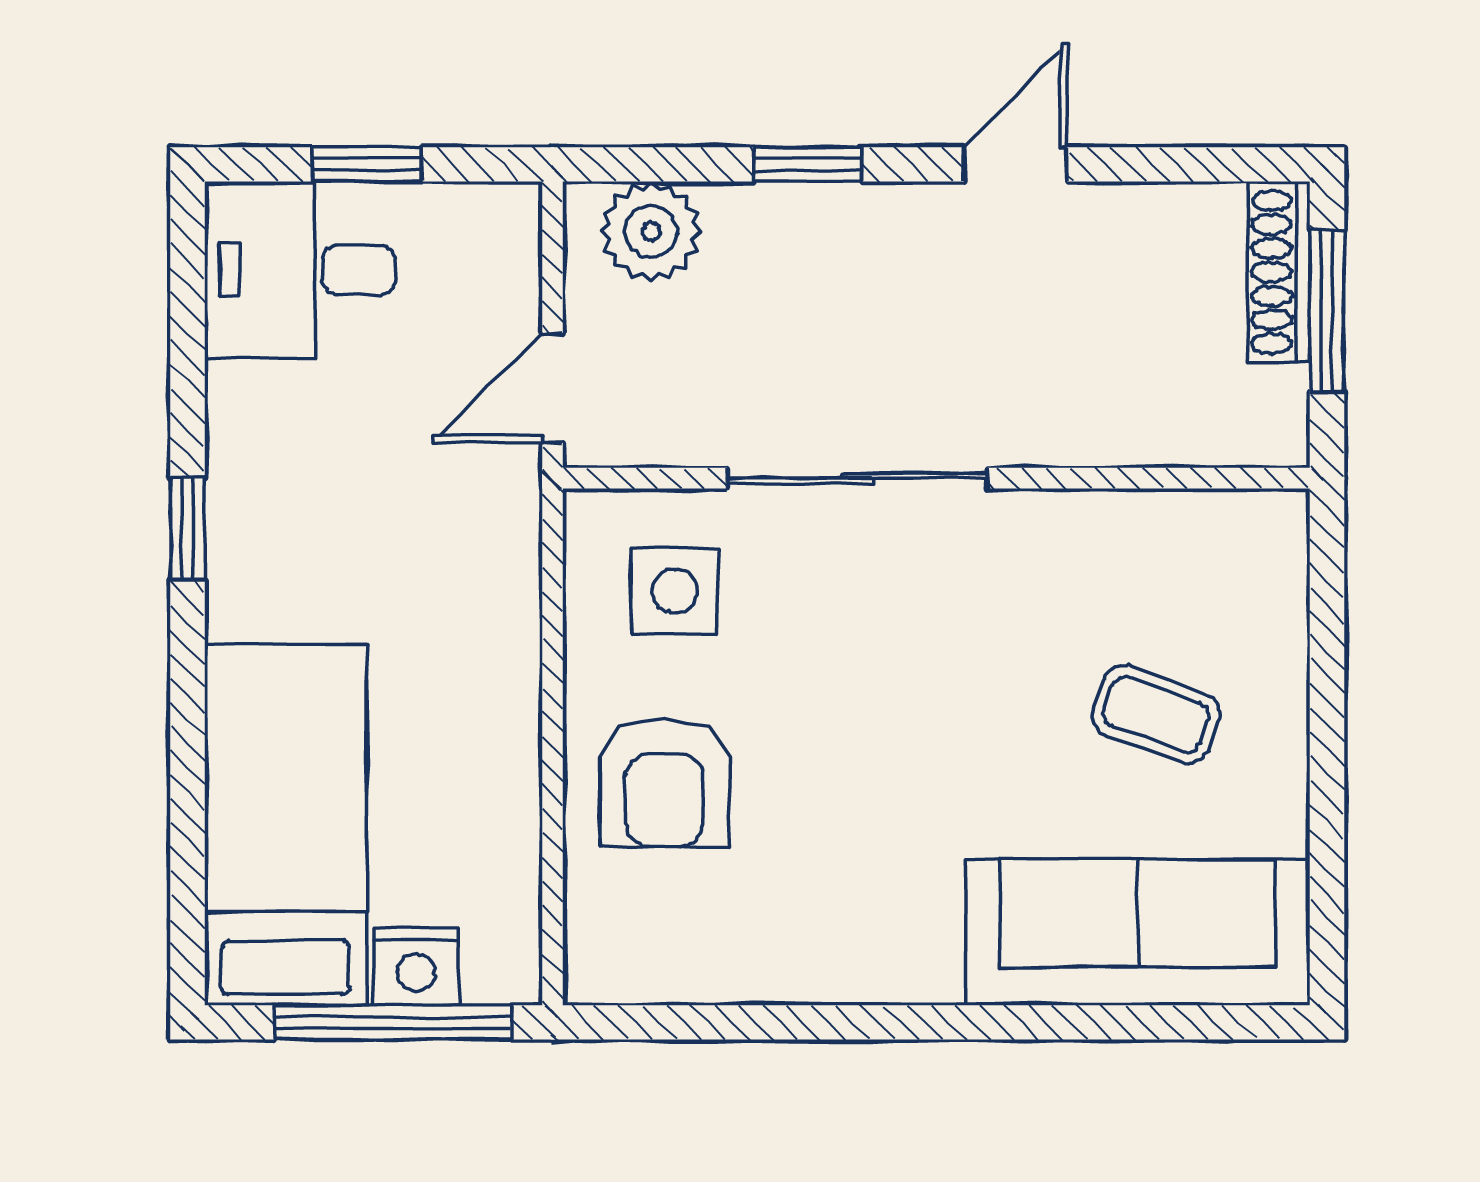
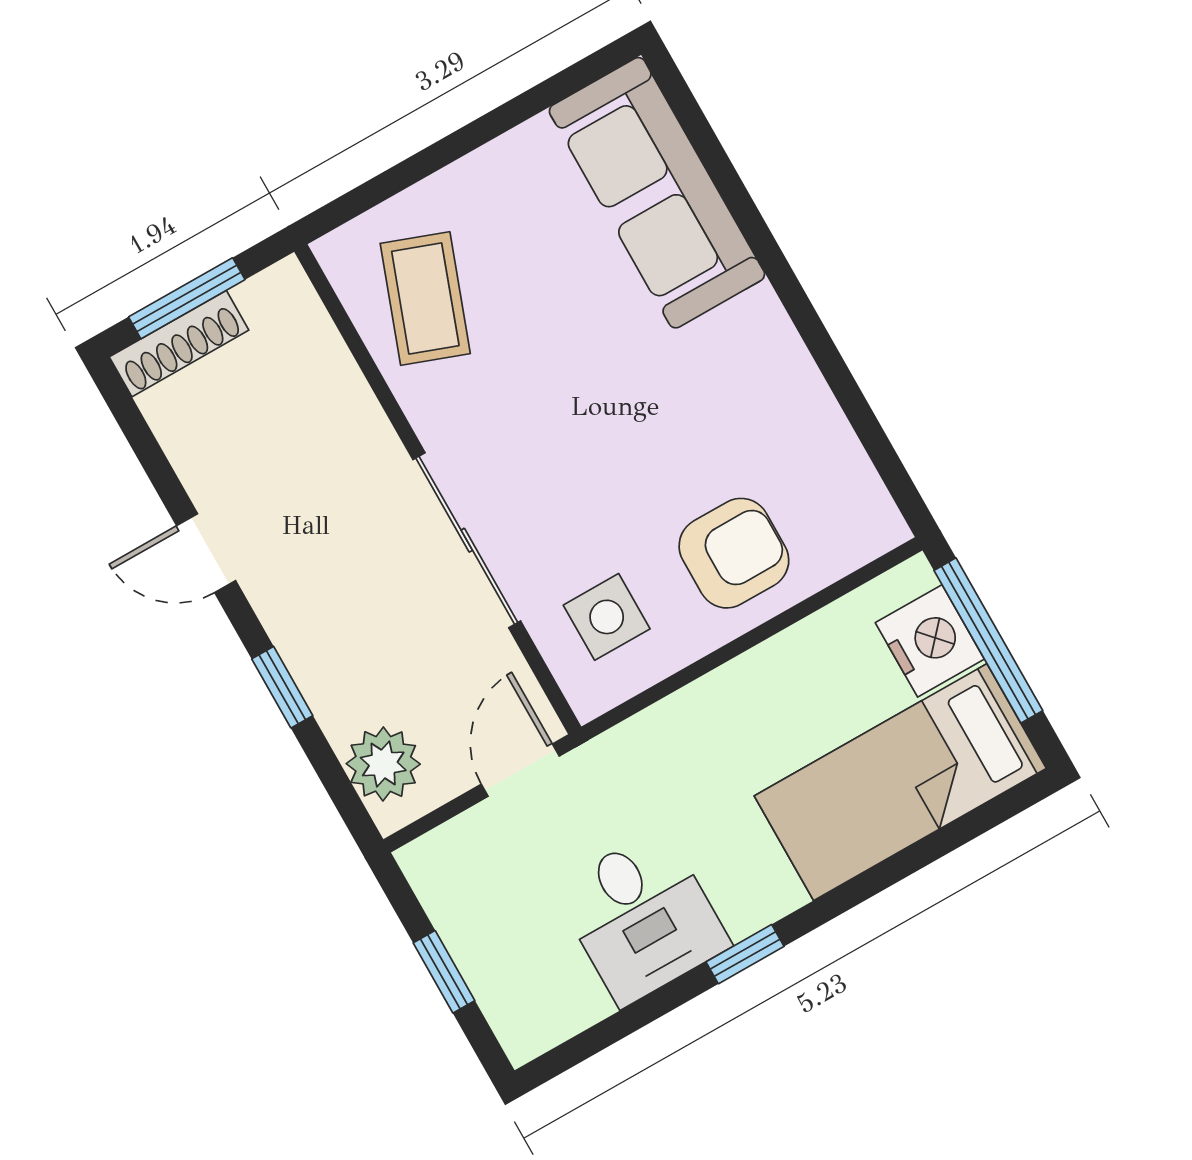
desk: (300, 270) -> (642, 917), moved
door: (553, 388) -> (520, 770), swing flipped
coffee table: (1156, 715) -> (425, 298), moved, width x1.36, depth x1.30
nightstand: (416, 966) -> (930, 641), width x1.36, depth x1.33

